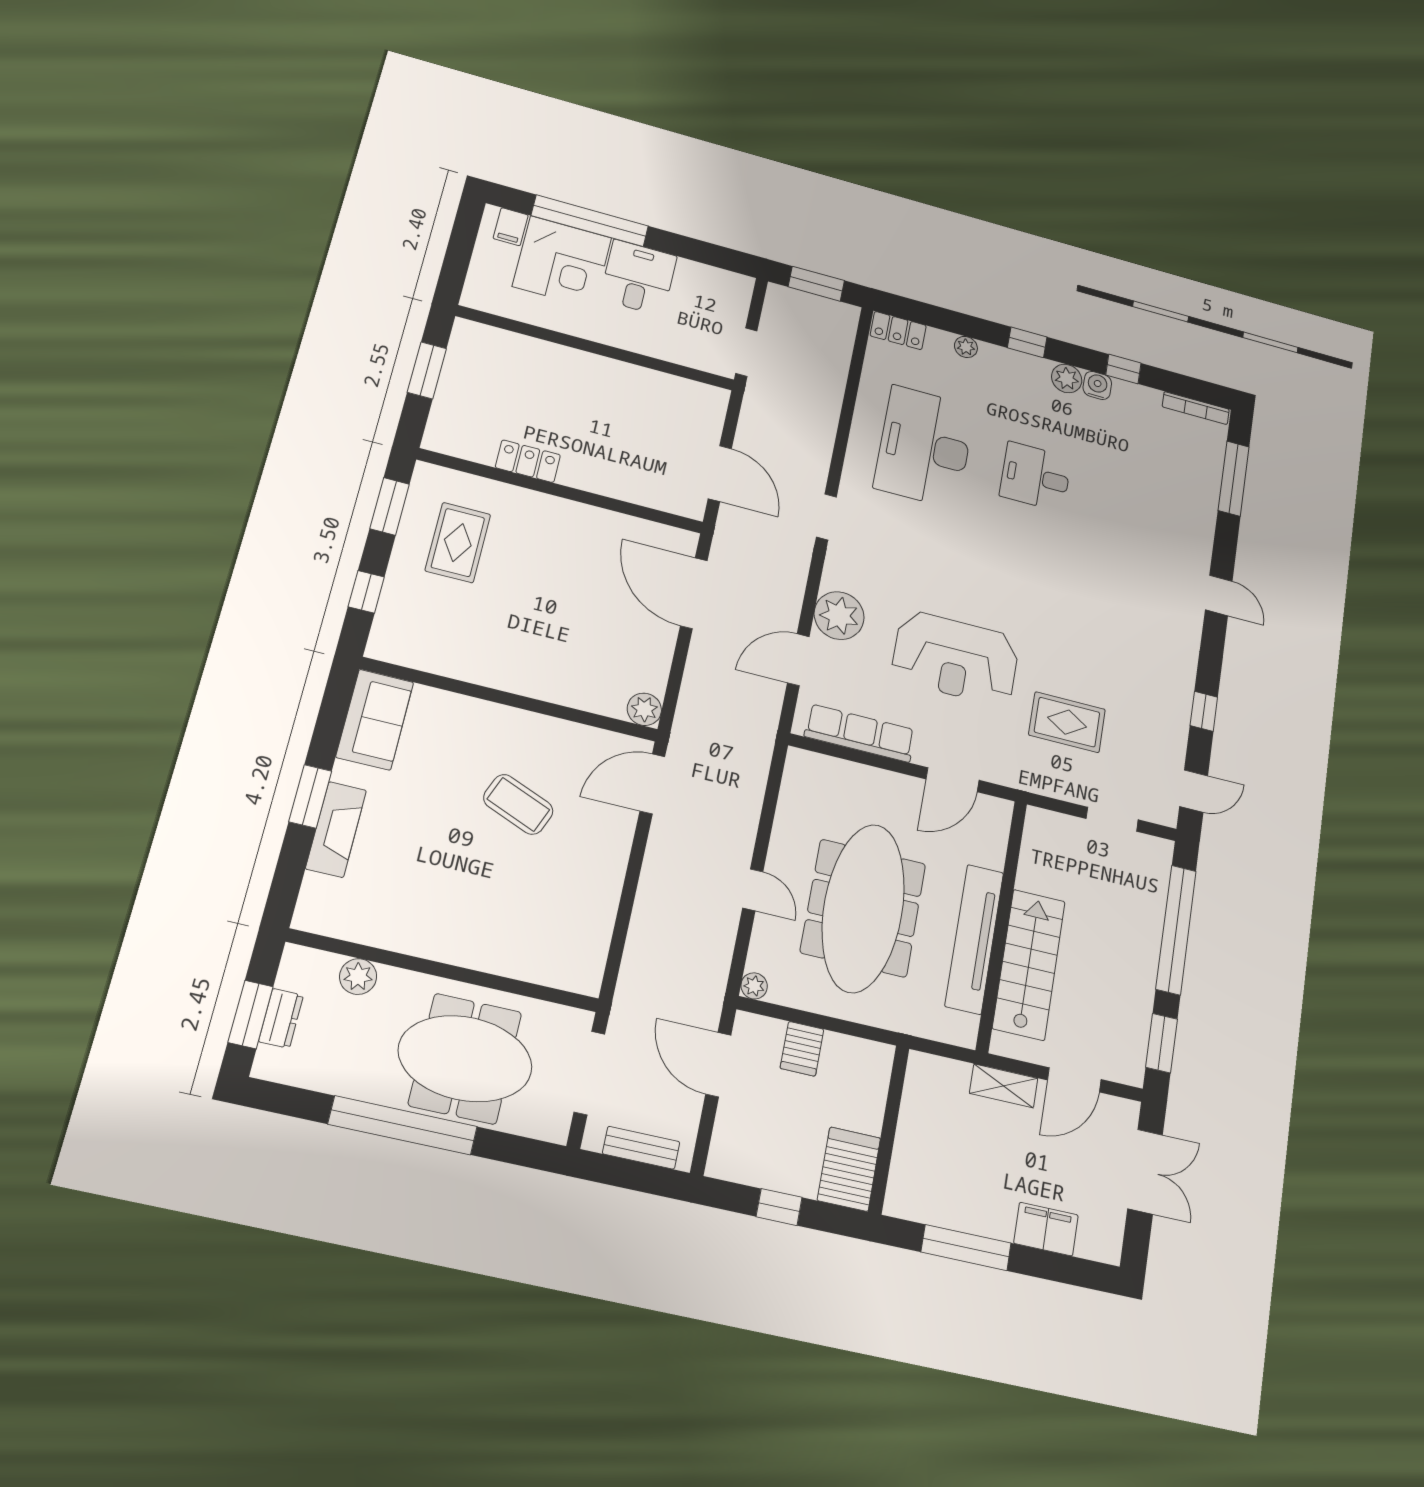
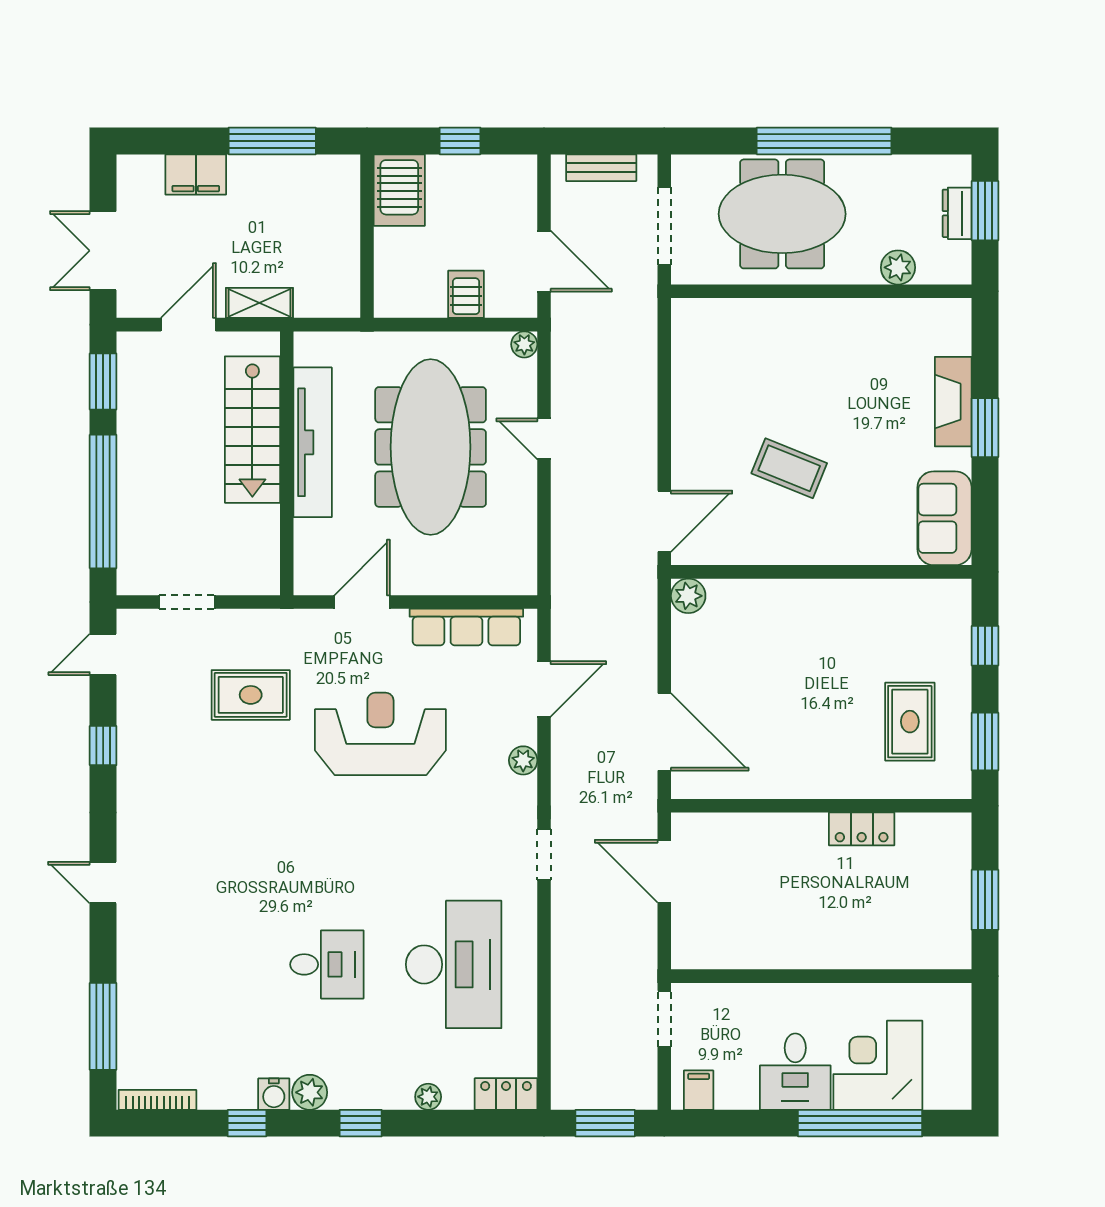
filing cabinet: (511, 227) -> (699, 1090), moved
plant: (839, 616) -> (523, 760), width x0.53, depth x0.53

